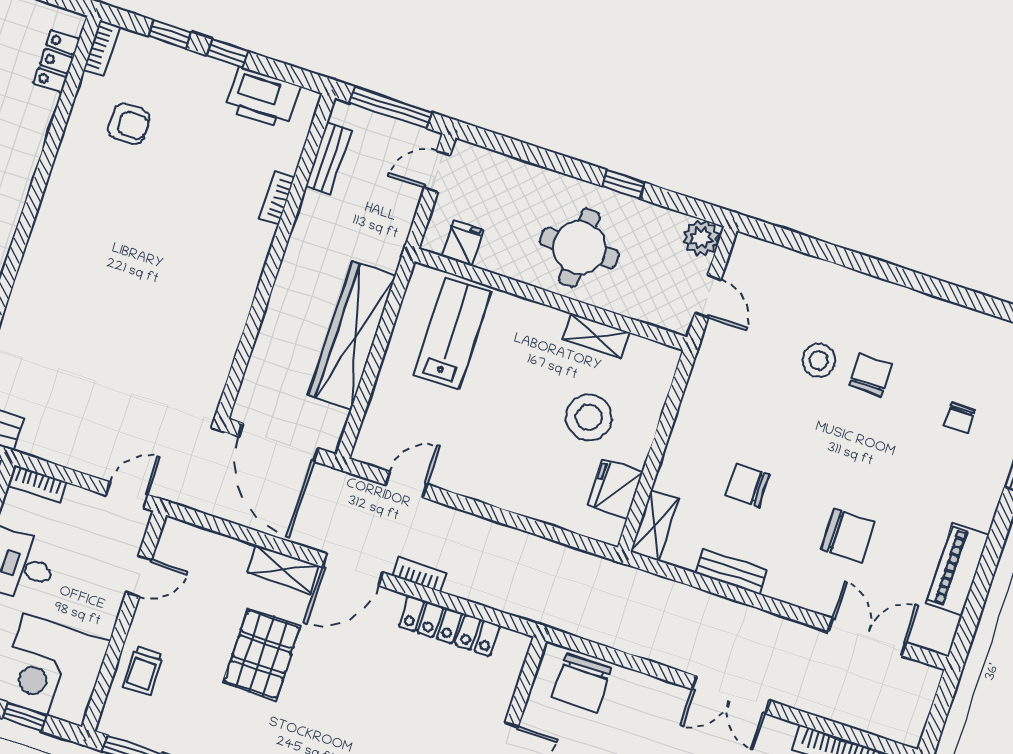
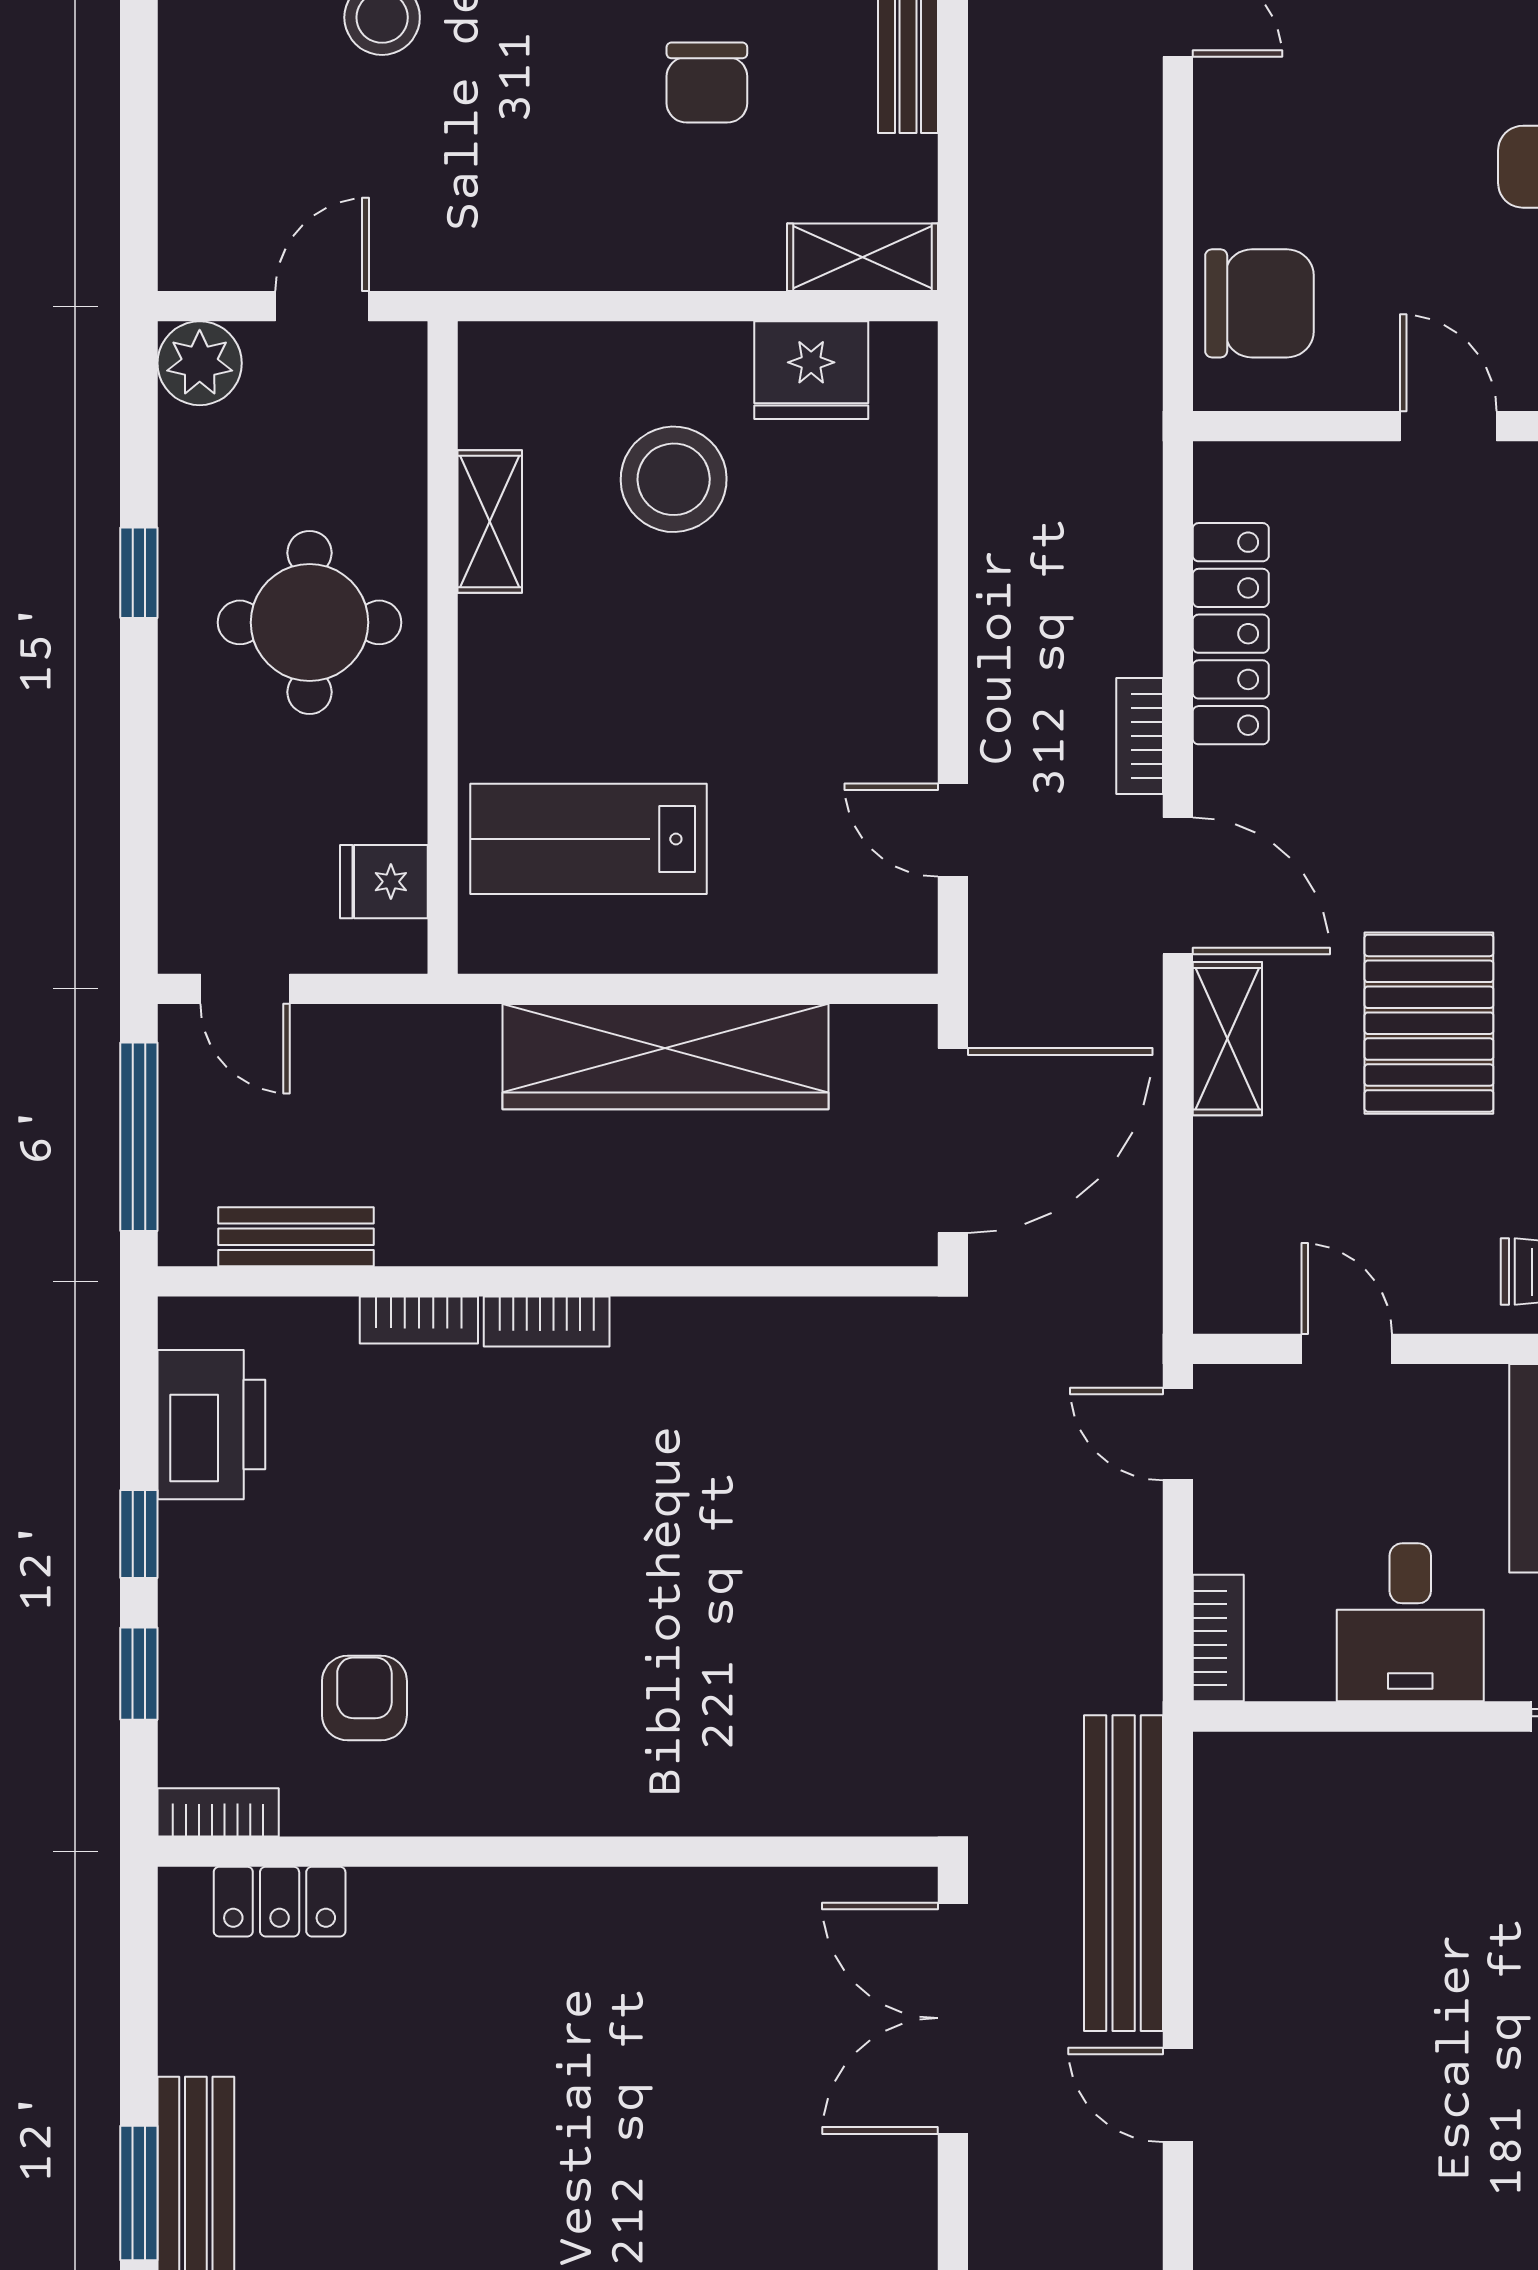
bookcase: (259, 250) -> (547, 1322), added
pallet: (262, 654) -> (1429, 1023), turned 90

